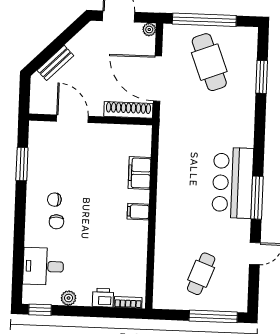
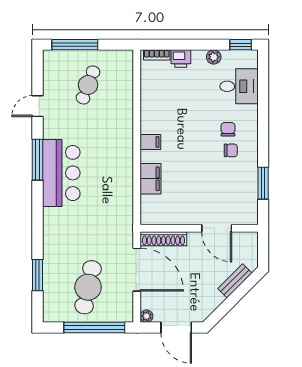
cafe table: (209, 62) -> (88, 287), turned 33

